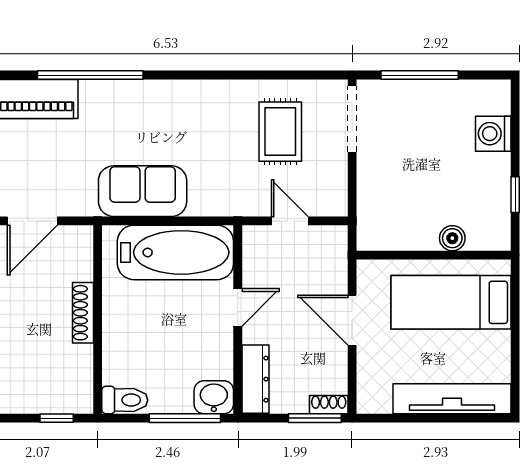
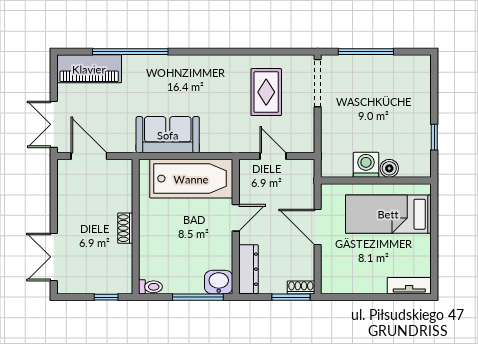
washing machine: (493, 134) -> (366, 165), moved, turned 90
door: (32, 221) -> (89, 156), swing flipped
shoe rack: (83, 313) -> (125, 228), width x0.70
tv unit: (452, 399) -> (409, 286), width x0.52, depth x0.78
toilet: (125, 400) -> (150, 287), width x0.73, depth x0.72

